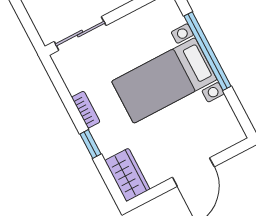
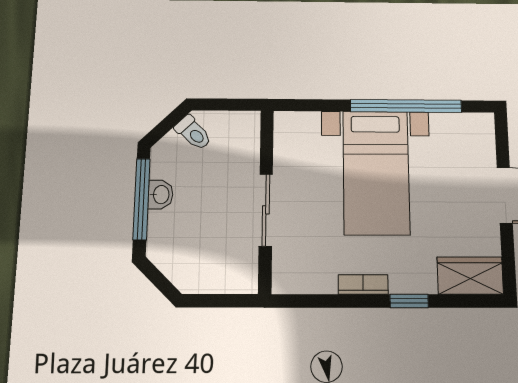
sliding door: (80, 34) -> (266, 210), moved
window: (208, 51) -> (406, 106), moved

